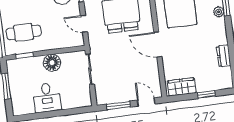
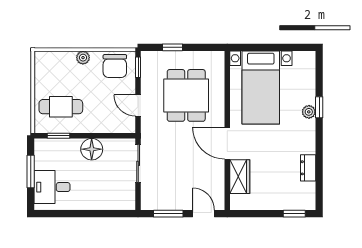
wardrobe: (182, 87) -> (240, 177), moved, turned 90
window: (206, 94) -> (294, 214), moved
desk: (47, 97) -> (52, 187), moved, turned 90

